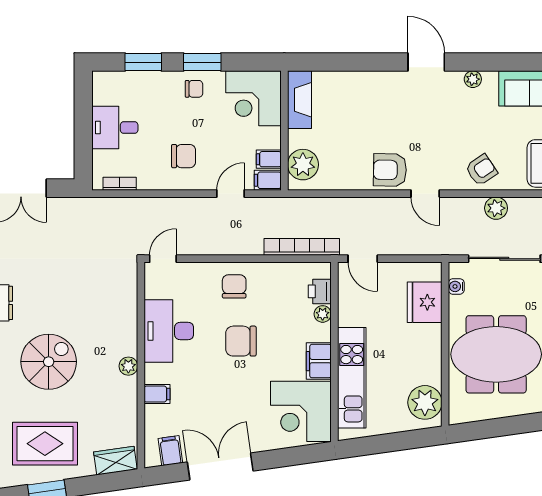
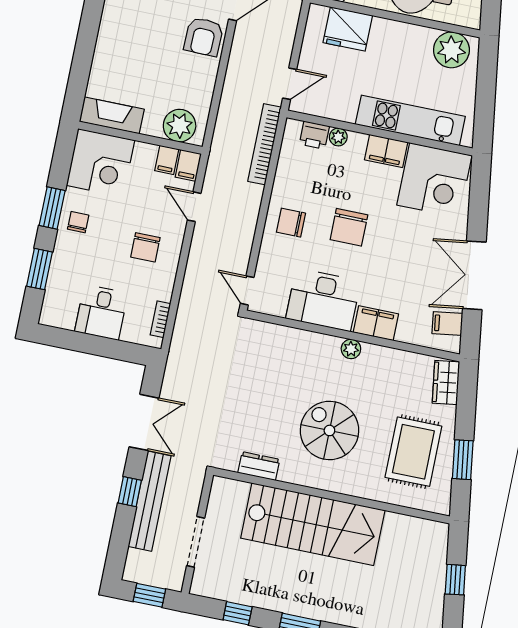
chair: (184, 156) -> (145, 247), turned 180
filing cabinet: (157, 394) -> (376, 323), width x2.00

